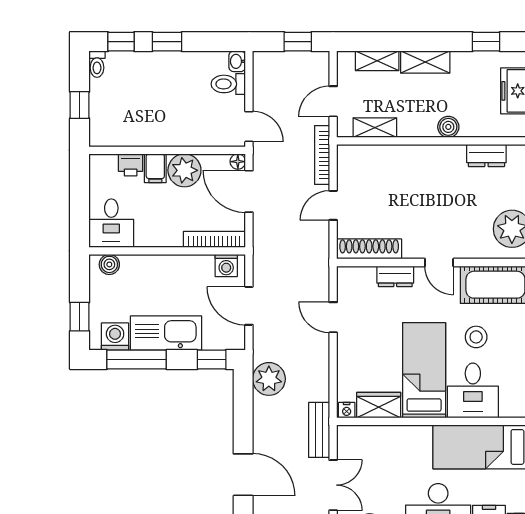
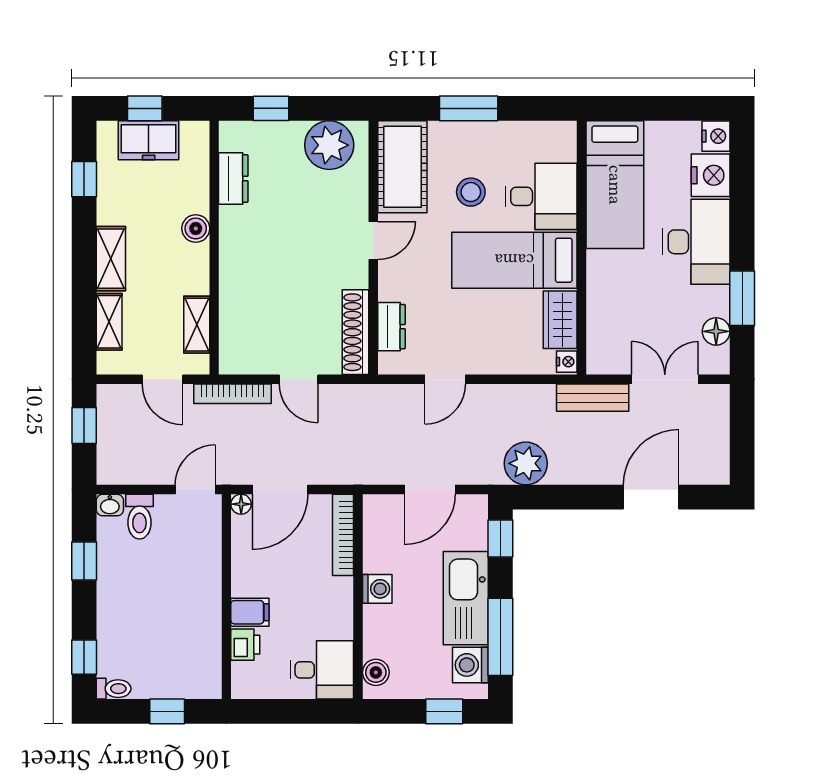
window: (167, 42) -> (84, 561), moved
plant: (184, 170) -> (253, 574), removed
washing machine: (226, 265) -> (377, 589), moved
dresser: (395, 276) -> (391, 327), moved

